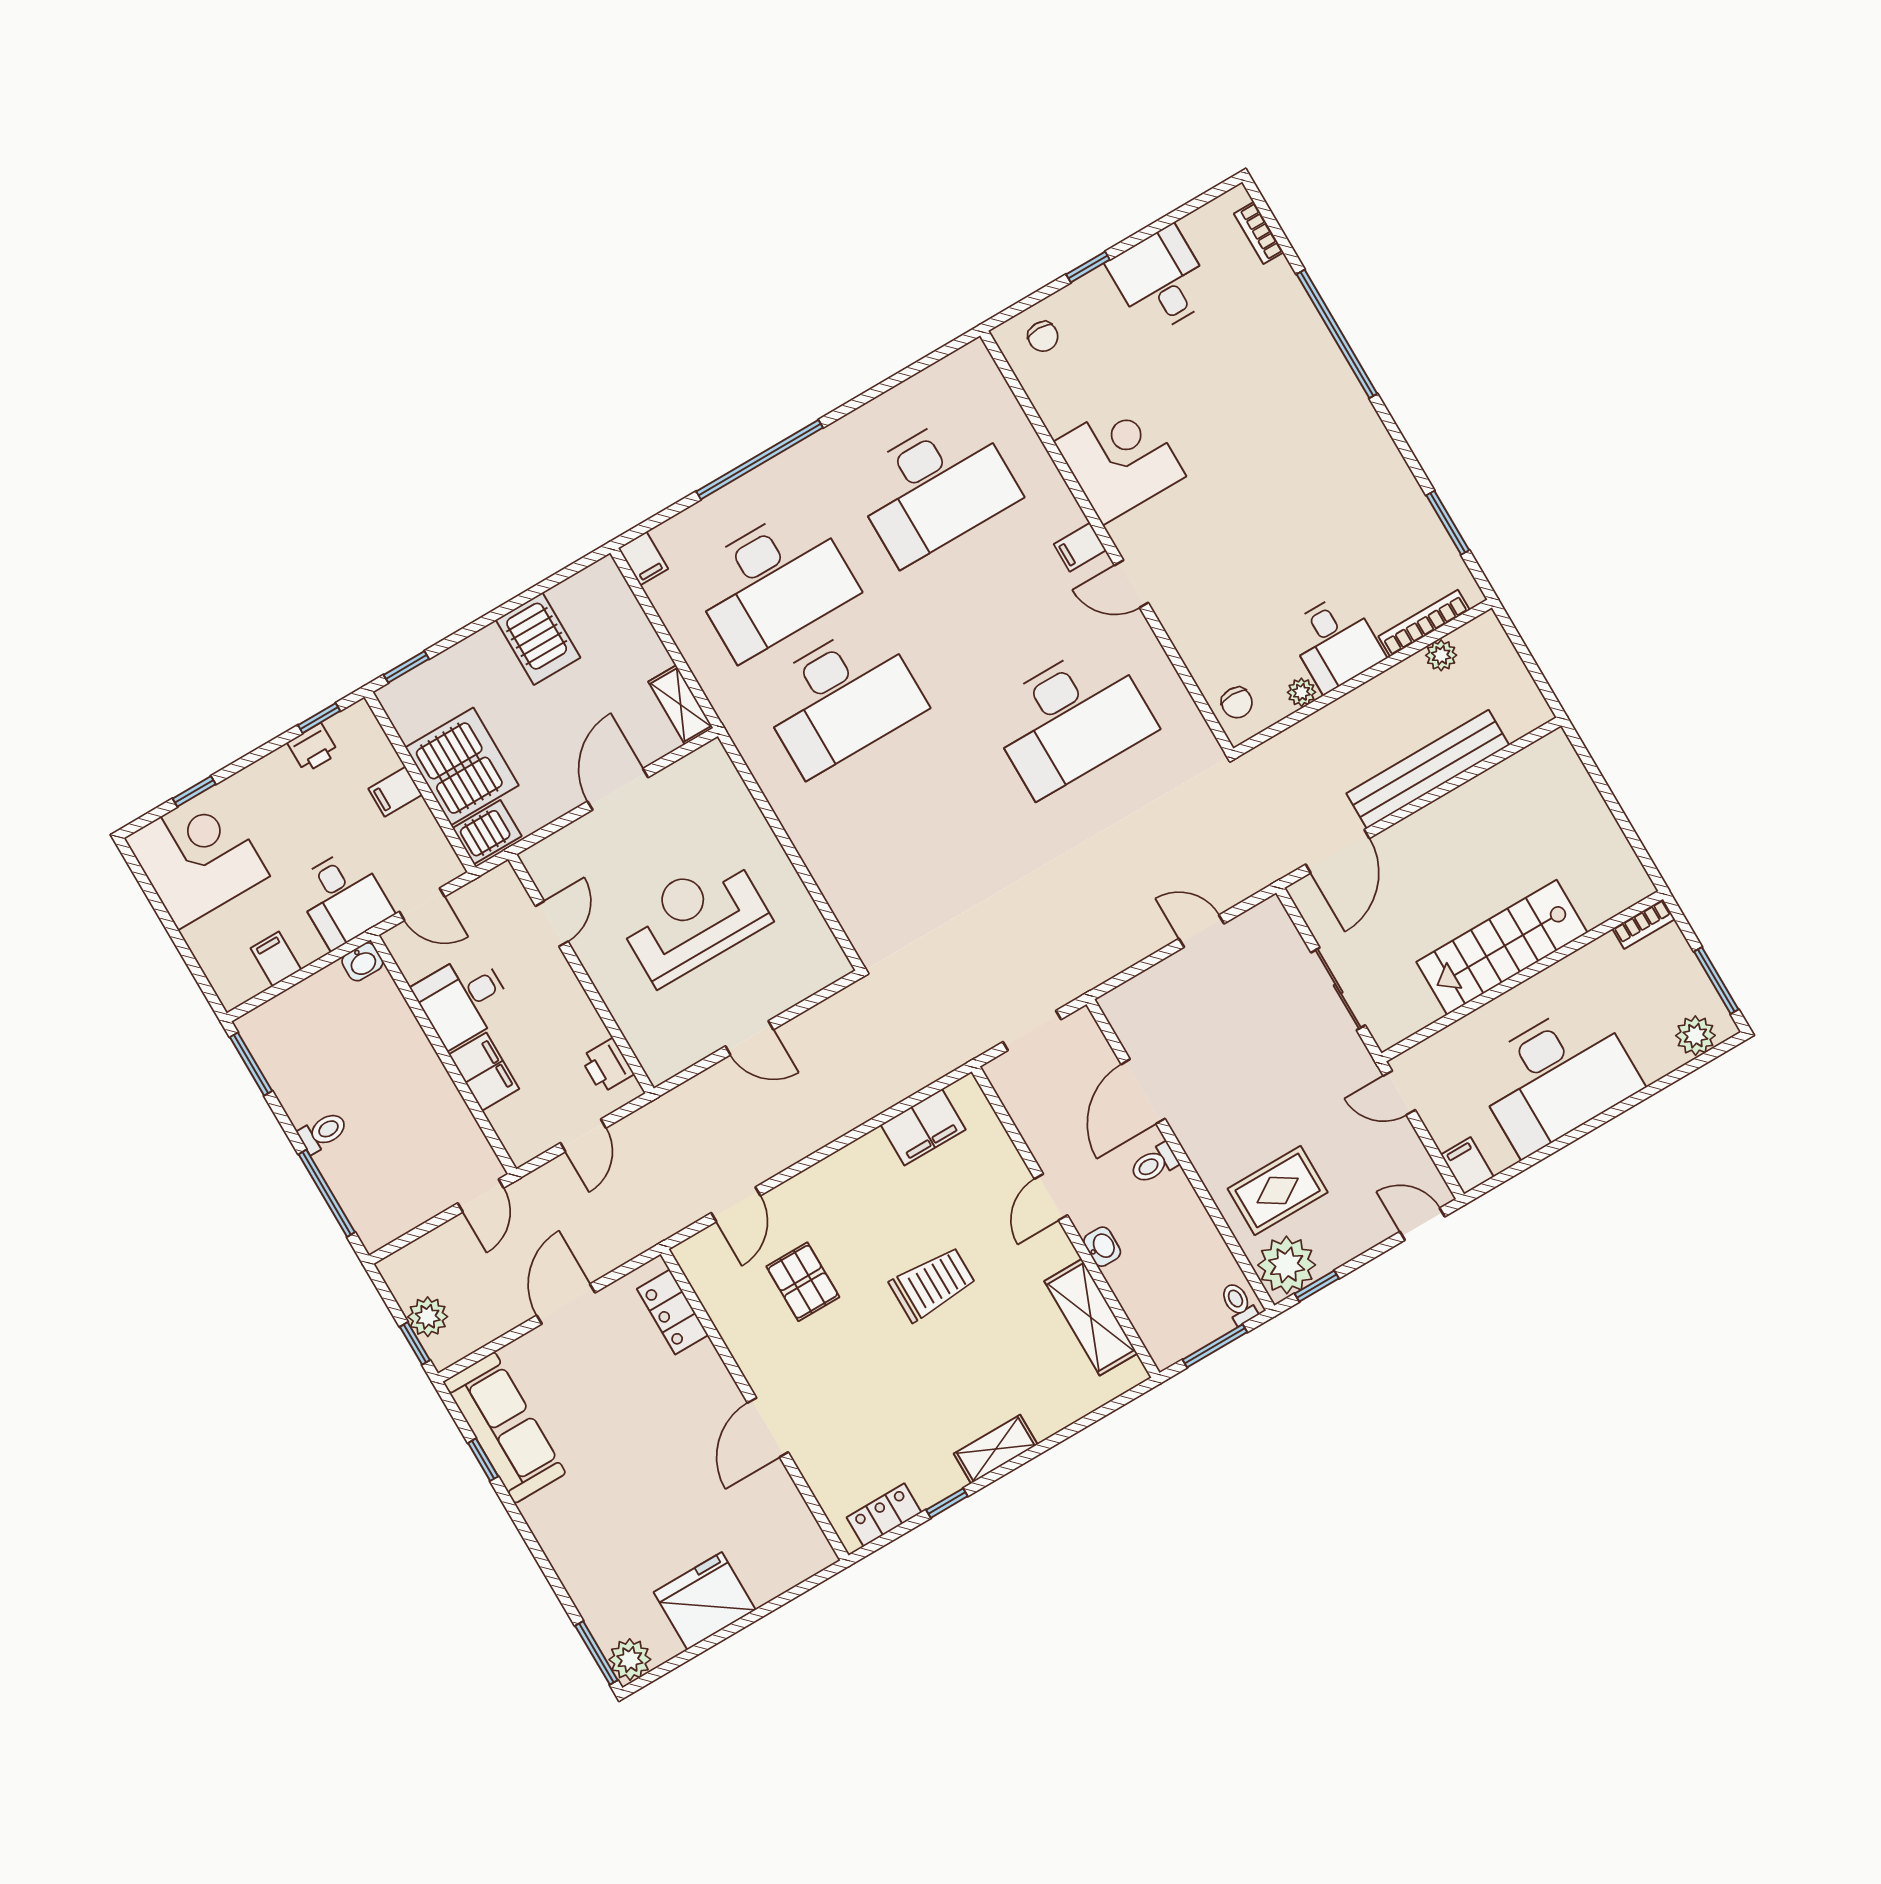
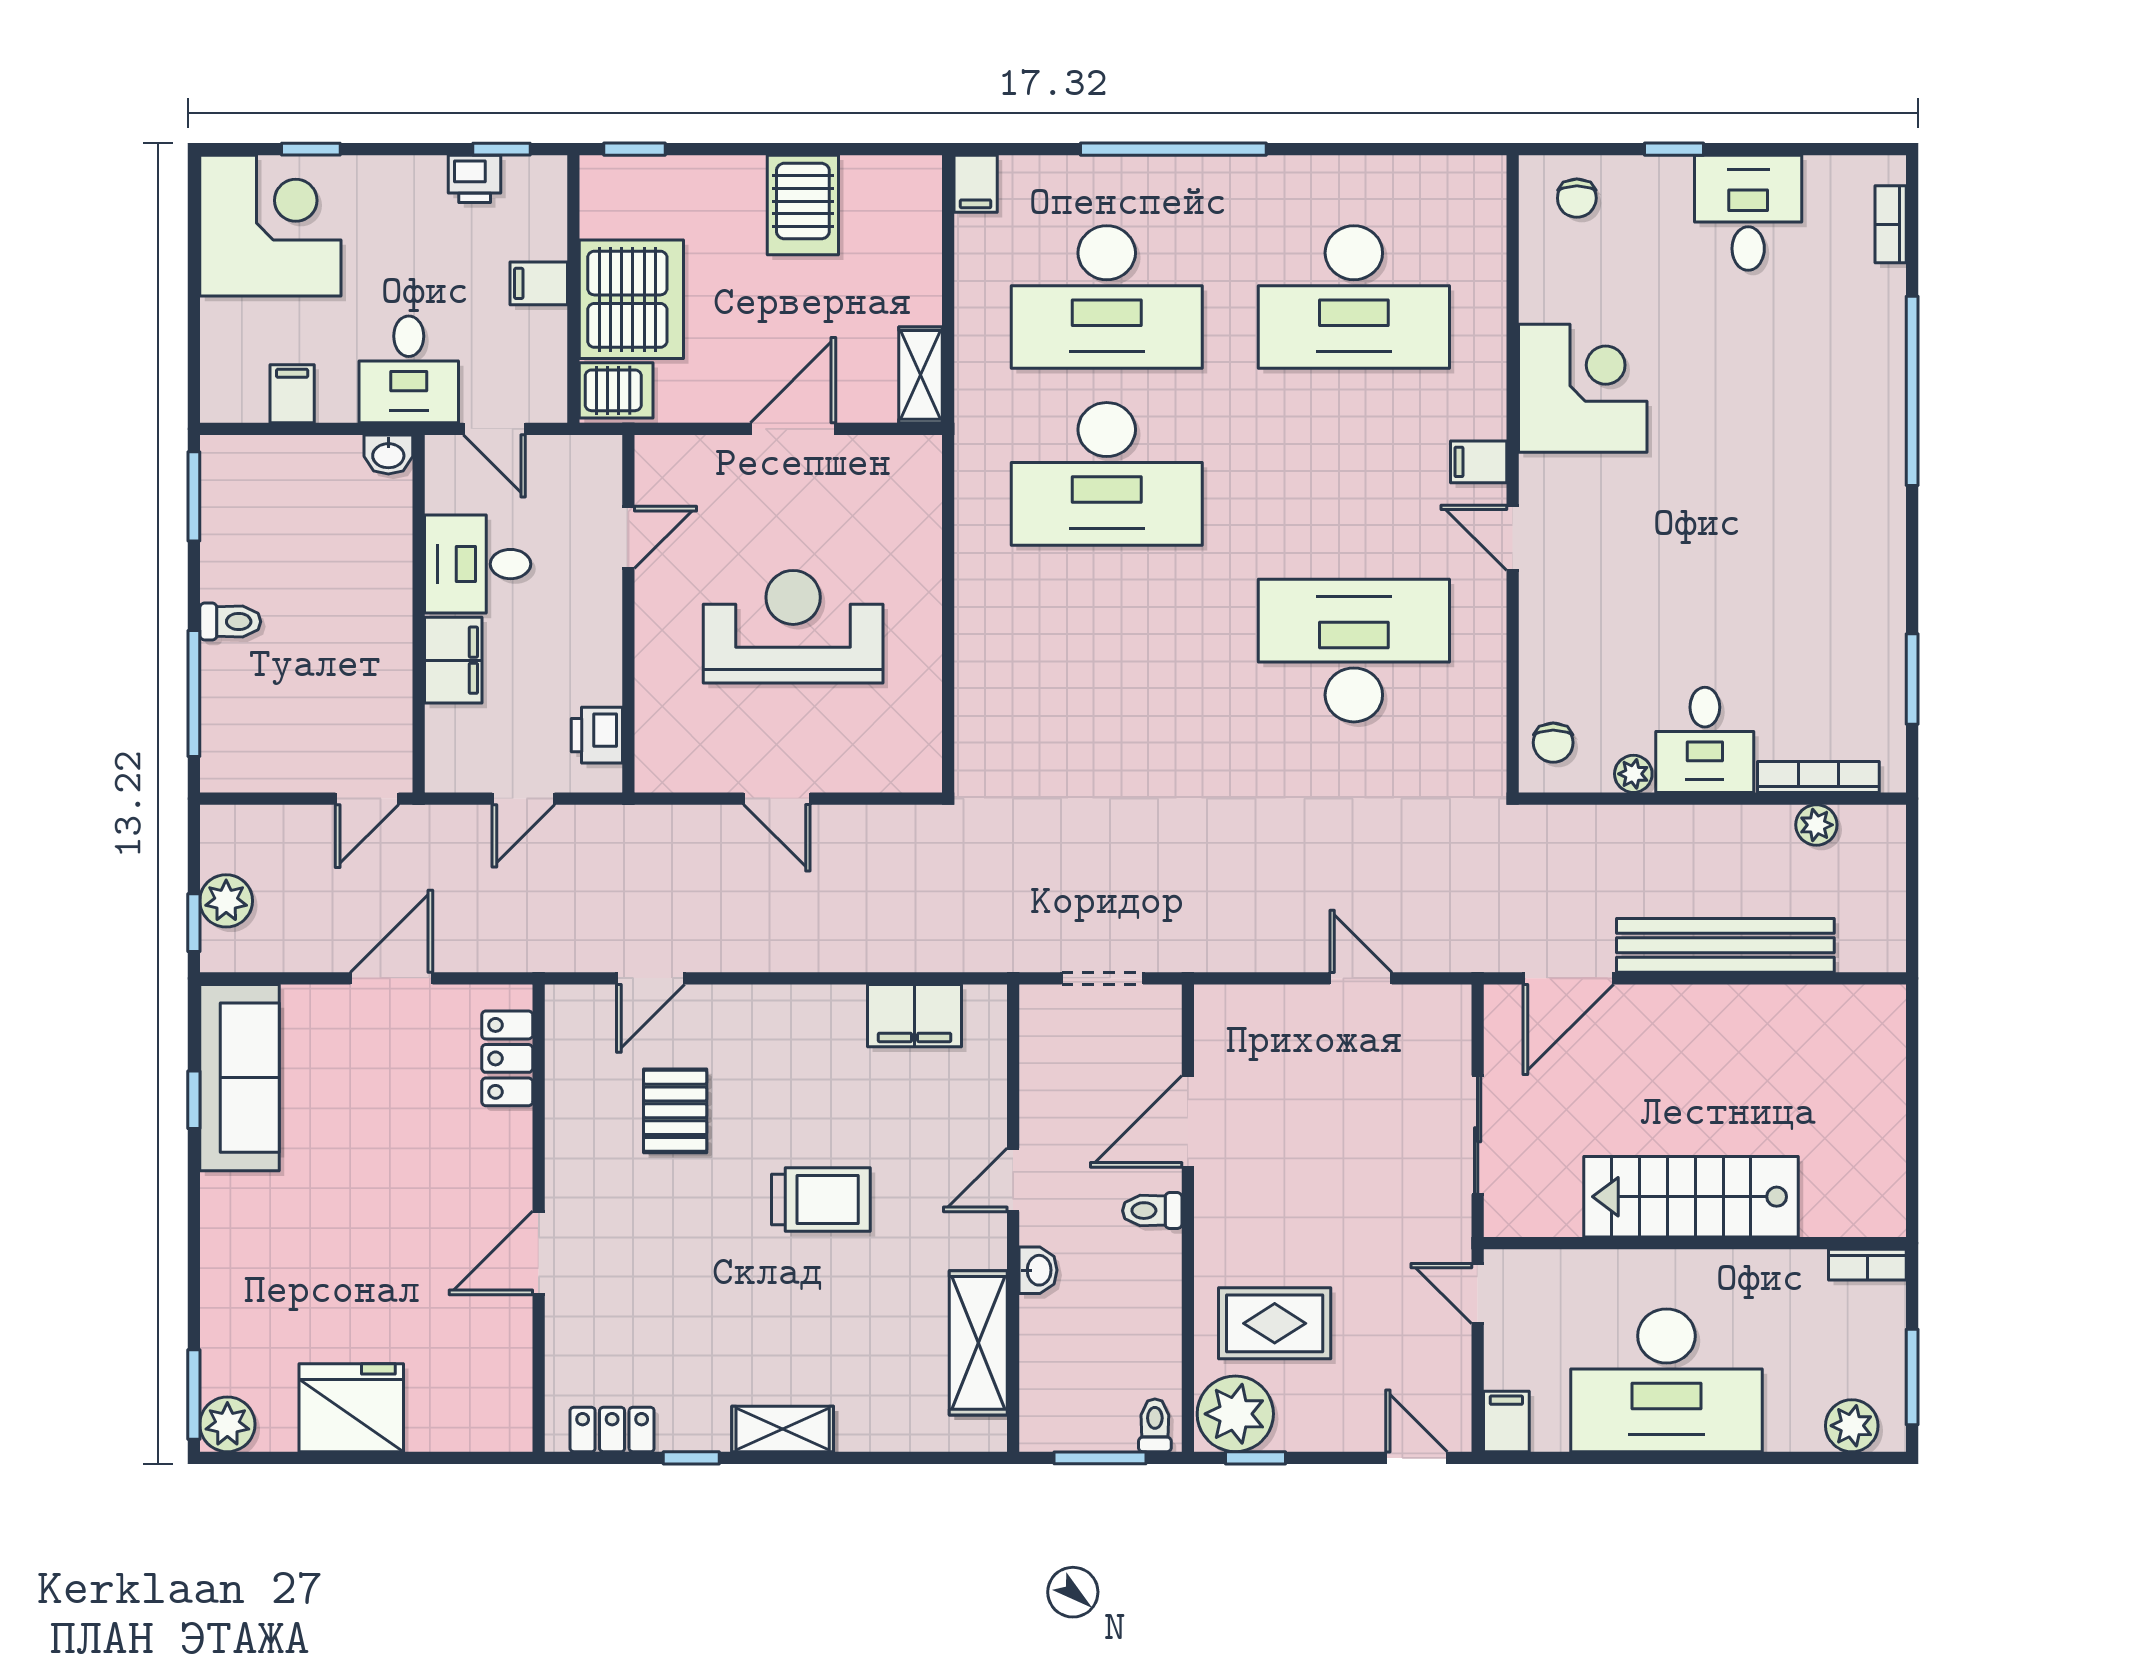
desk: (1071, 719) -> (1354, 651), turned 180

